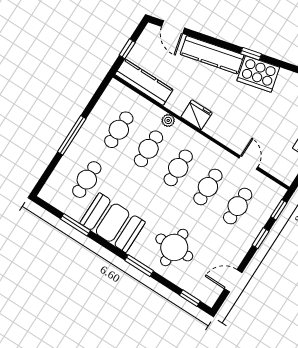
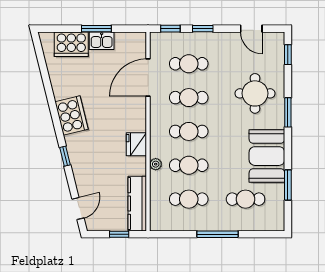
window: (251, 54) -> (65, 156), moved
kitchen counter: (212, 55) -> (80, 163), removed
door: (248, 163) -> (148, 78), width x1.87

